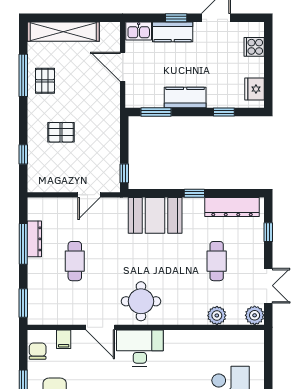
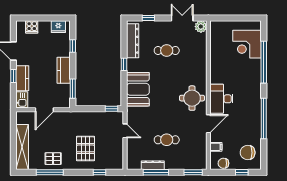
pallet: (61, 132) -> (86, 148), width x1.50, depth x1.42
plant: (217, 315) -> (201, 50), removed

